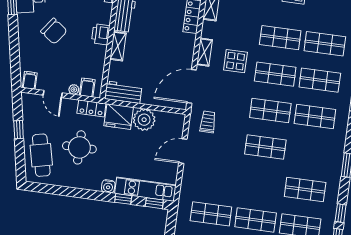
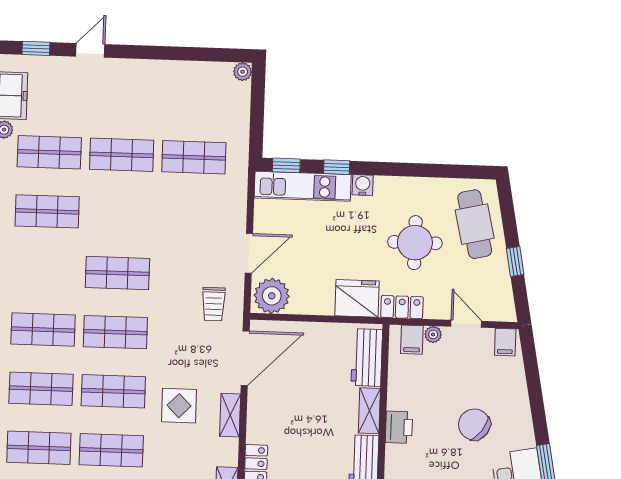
workbench: (123, 92) -> (367, 358), moved, turned 90
plant: (144, 120) -> (272, 296), moved

